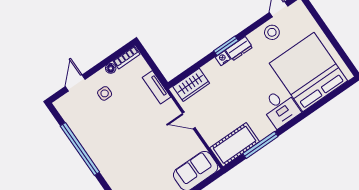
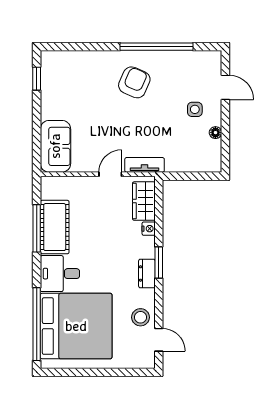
bookcase: (127, 57) -> (215, 156), removed
nightstand: (223, 58) -> (149, 229), moved
tv unit: (156, 87) -> (145, 165), moved
window: (326, 100) -> (37, 324), added
cot: (235, 145) -> (55, 227), moved
armchair: (115, 147) -> (134, 82), added

